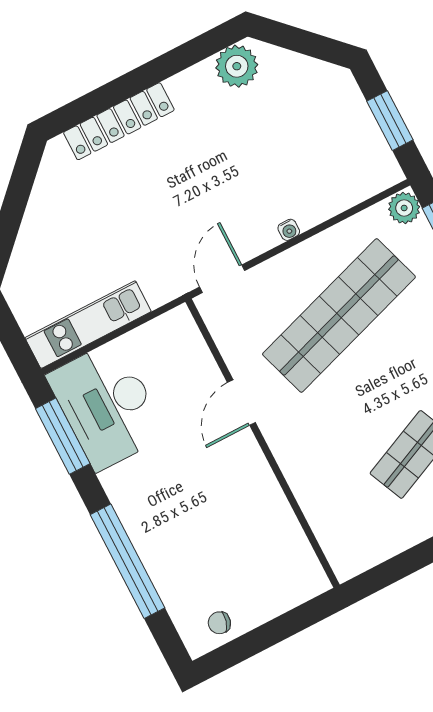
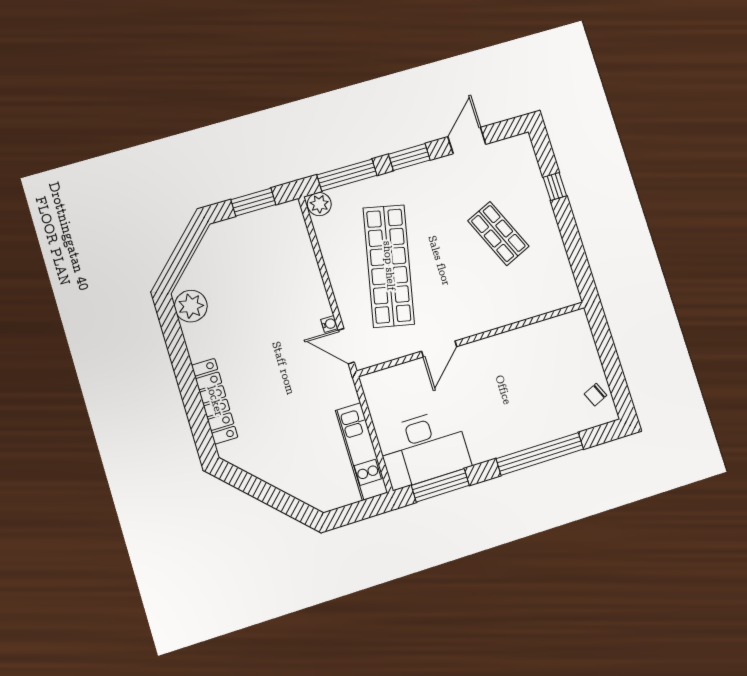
water cooler: (289, 230) -> (329, 324), moved
shop shelf: (339, 315) -> (389, 266), turned 30
door: (241, 402) -> (439, 349), hinge flipped
chair: (219, 623) -> (596, 395), turned 50

